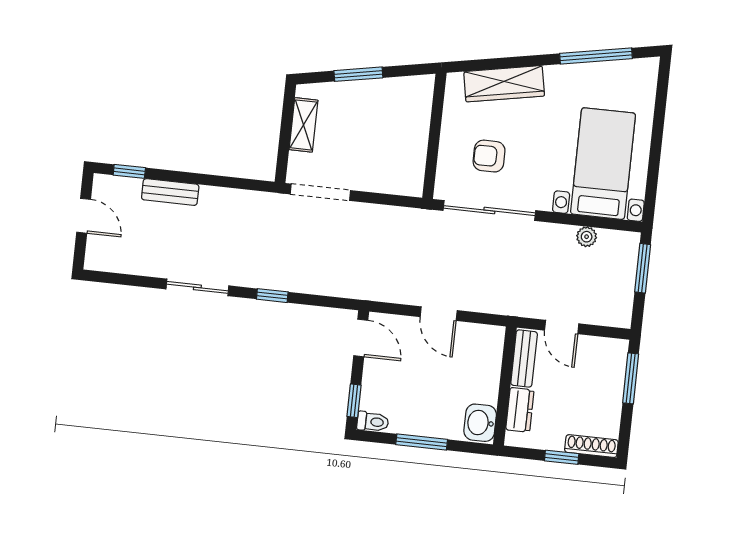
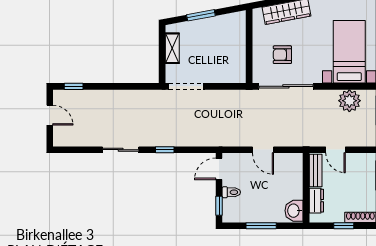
bench: (170, 192) -> (99, 96), removed
plant: (587, 237) -> (349, 101), width x1.87, depth x1.87
door: (361, 338) -> (219, 169), swing flipped
toilet: (373, 422) -> (231, 192), moved

